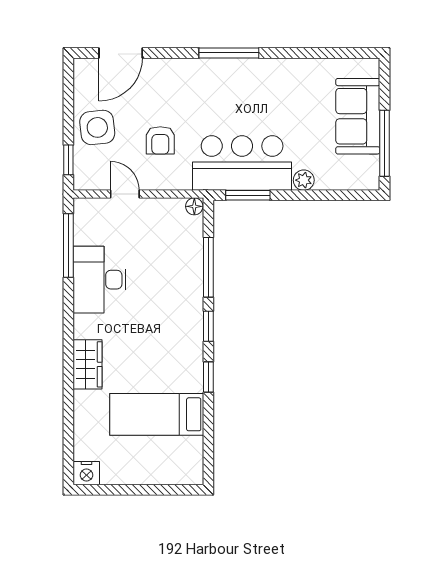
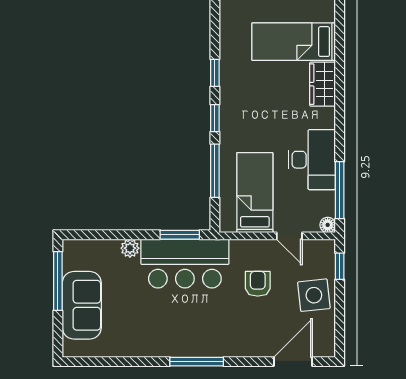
floor lamp: (194, 206) -> (328, 225), moved
bed: (164, 243) -> (255, 193), added
bed: (157, 414) -> (294, 42), moved, turned 180

